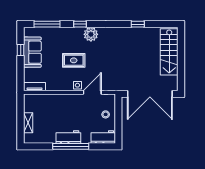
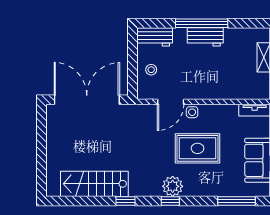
window: (80, 24) -> (170, 201), moved
window: (138, 24) -> (126, 201), moved
stairs: (169, 52) -> (94, 184), moved, turned -90
rug: (74, 60) -> (198, 148), width x1.36, depth x1.43

